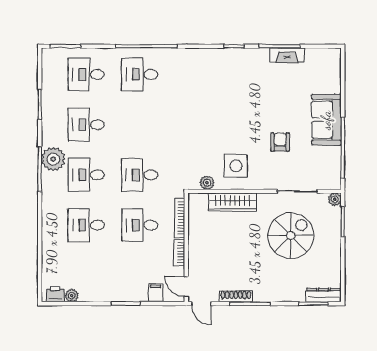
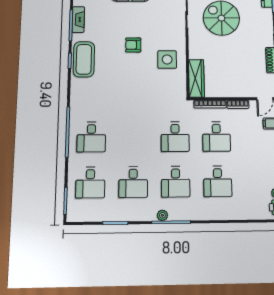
coffee table: (236, 63) -> (84, 59), added
armchair: (280, 142) -> (133, 45), moved
plant: (53, 159) -> (162, 215), width x0.53, depth x0.53
plant: (207, 183) -> (181, 82), removed
wardrobe: (232, 202) -> (196, 78), moved

